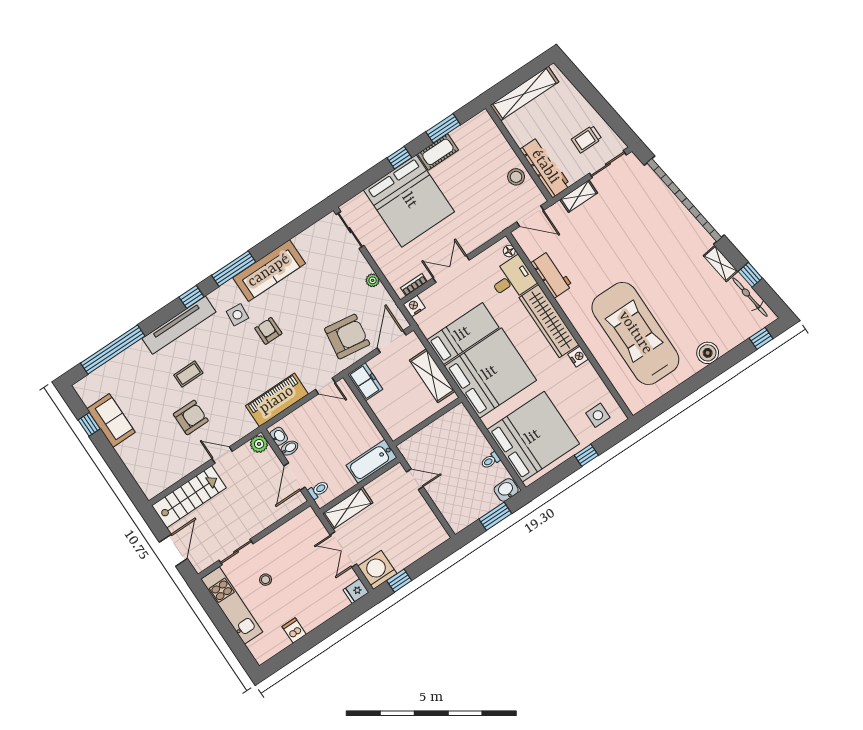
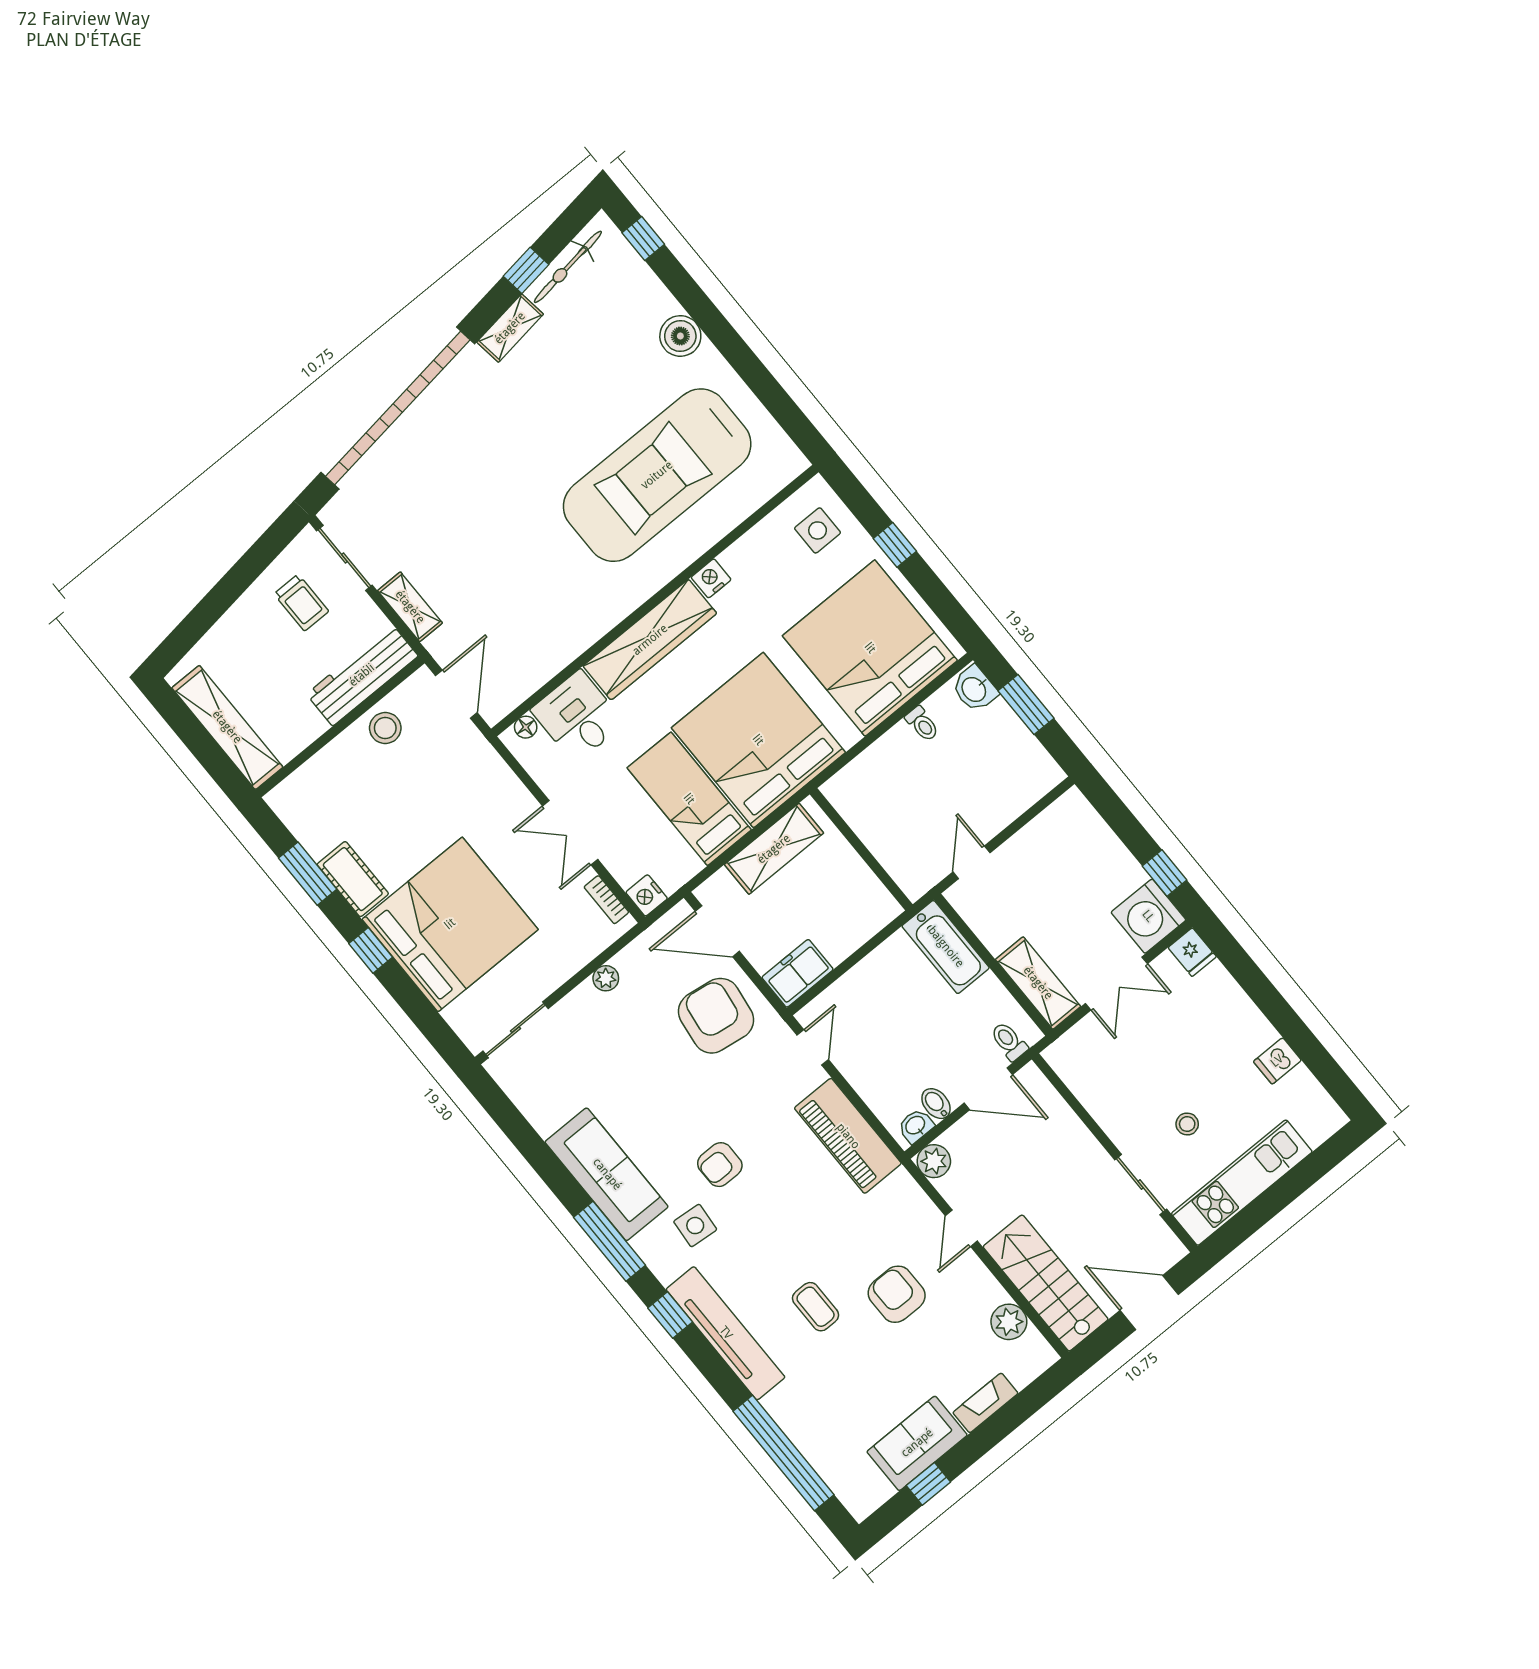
workbench: (551, 275) -> (562, 643), removed
fireplace: (129, 459) -> (985, 1403), added
plant: (170, 475) -> (1009, 1322), added

